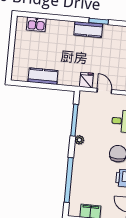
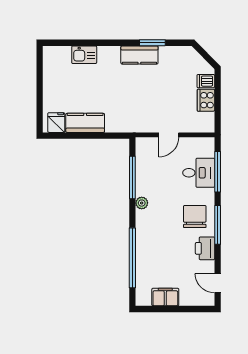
kitchen sink: (36, 24) -> (84, 55), moved
fridge: (86, 80) -> (56, 123), moved
door: (104, 91) -> (169, 135), swing flipped

